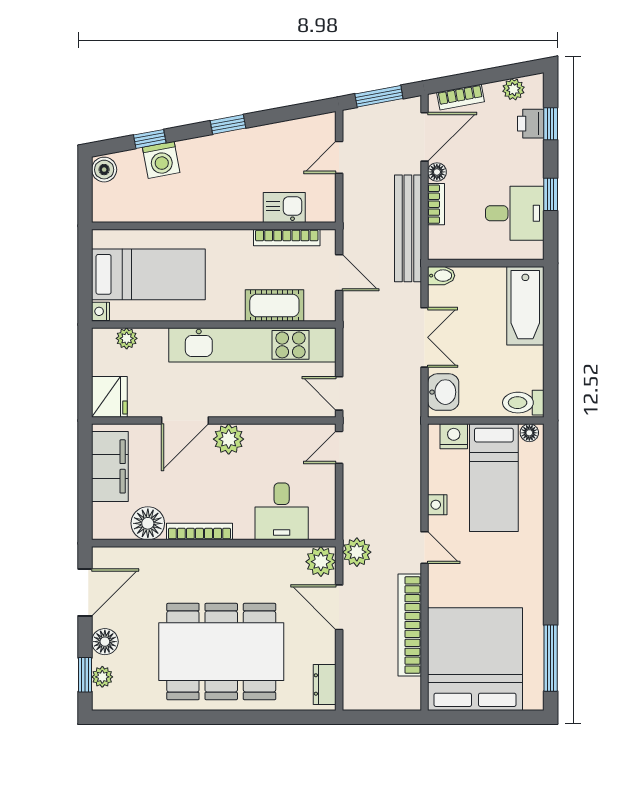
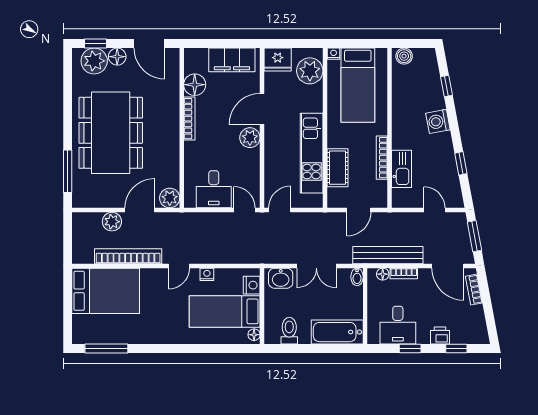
plant: (513, 89) -> (479, 324), removed
window: (228, 124) -> (461, 163), moved
printer: (531, 124) -> (440, 336), moved
washing machine: (161, 160) -> (438, 121), moved
boiler: (104, 170) -> (404, 56), moved
floor lamp: (437, 172) -> (383, 274), moved
kitchen sink: (284, 208) -> (402, 169), width x1.38
bookcase: (287, 238) -> (382, 158), moved
plant: (127, 338) -> (310, 71), width x1.87, depth x1.87
kitchen unit: (252, 345) -> (312, 153), width x0.73
toilet: (523, 403) -> (289, 331), moved
door: (185, 421) -> (262, 109), hinge flipped
desk: (282, 511) -> (214, 189), moved, turned -90
plant: (357, 552) -> (112, 222), moved
bed: (475, 659) -> (106, 291), width x0.73
plant: (102, 677) -> (94, 61), width x1.87, depth x1.87
dresser: (325, 684) -> (89, 201), removed
window: (280, 717) -> (68, 171), added

